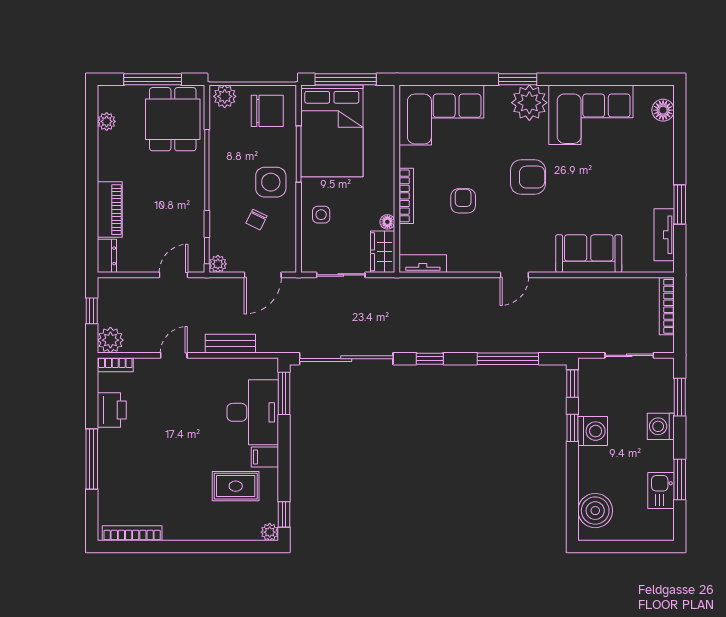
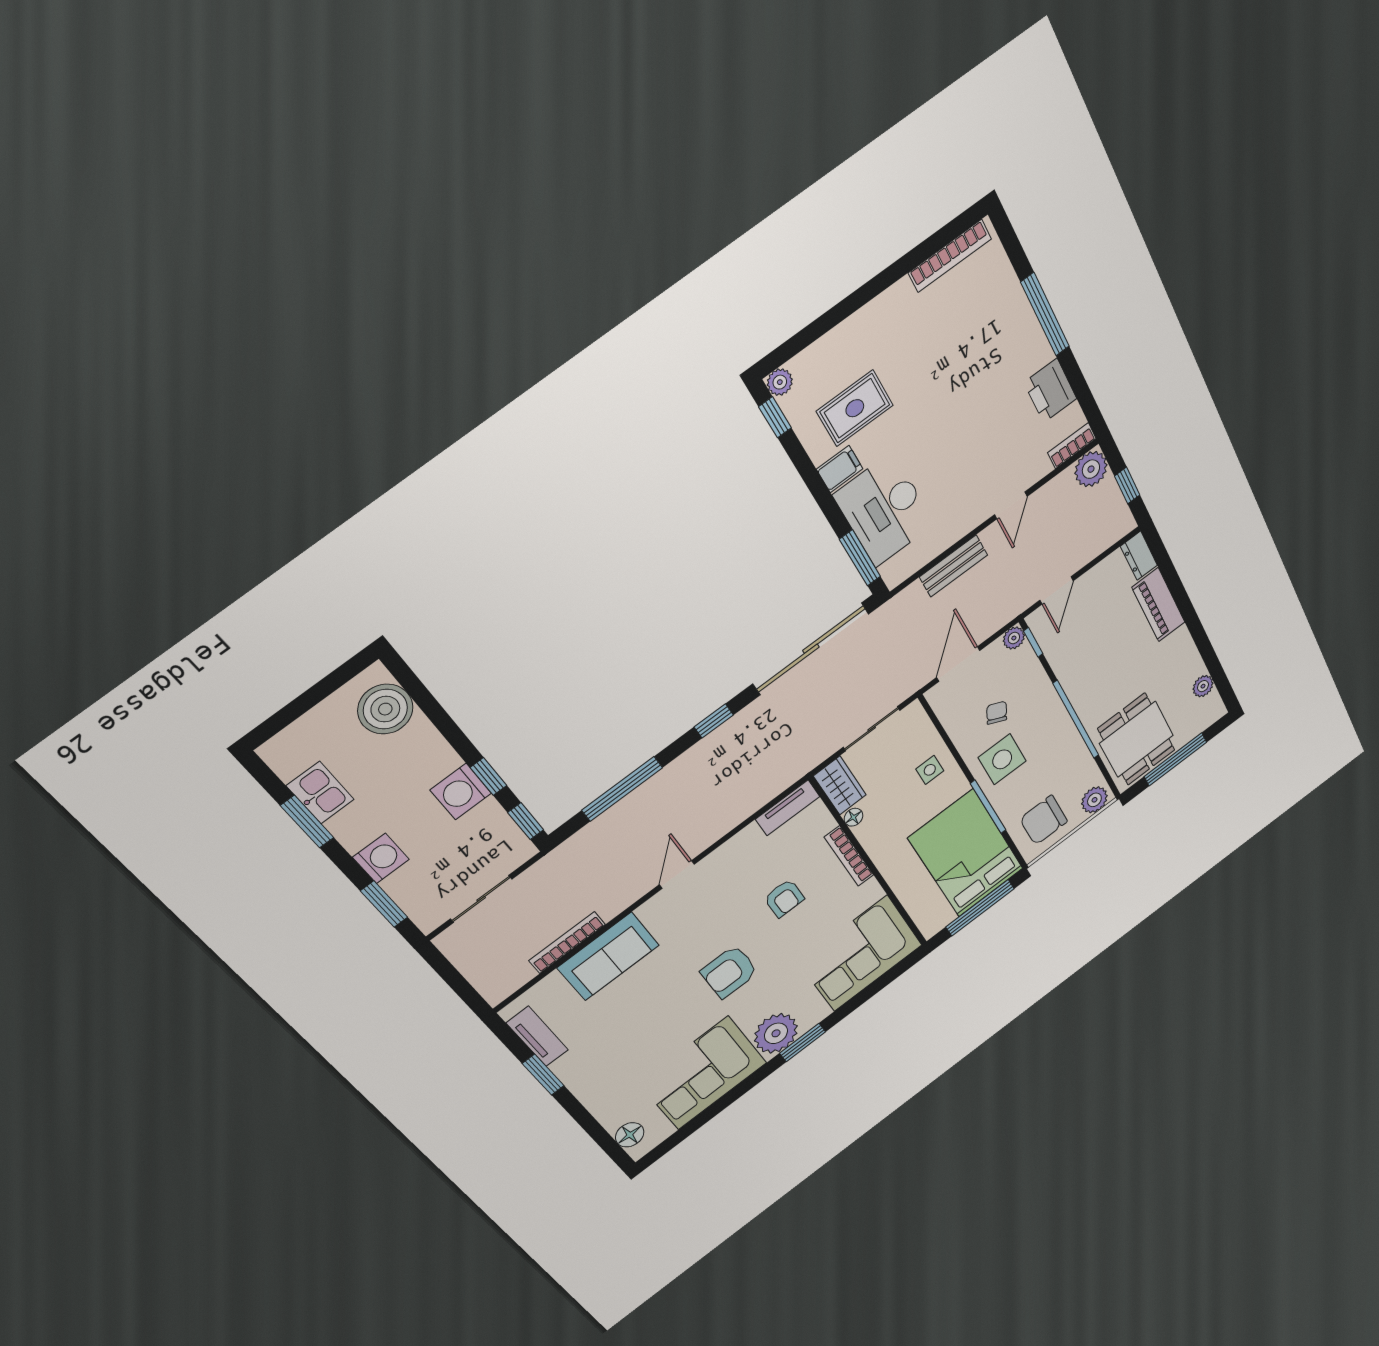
bookcase: (667, 306) -> (567, 943), moved, turned -90

